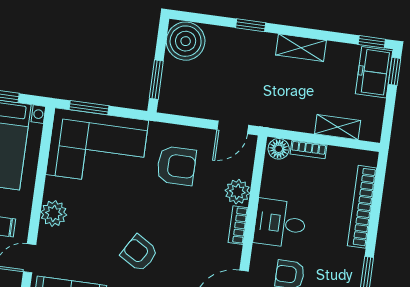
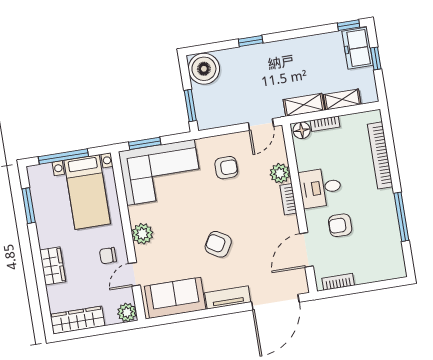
shelving: (301, 48) -> (304, 105), moved
window: (395, 71) -> (376, 58), moved
armchair: (176, 166) -> (226, 168), width x0.72, depth x0.72

